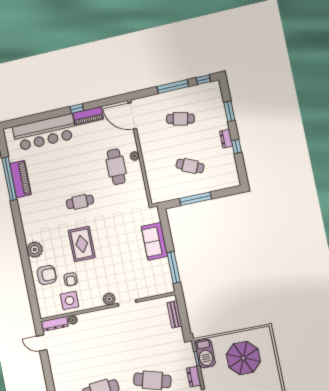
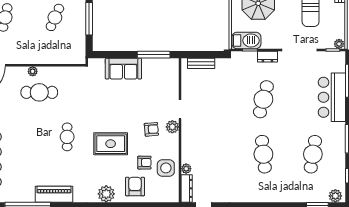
piano: (20, 179) -> (54, 194), moved
armchair: (103, 280) -> (151, 129), added

